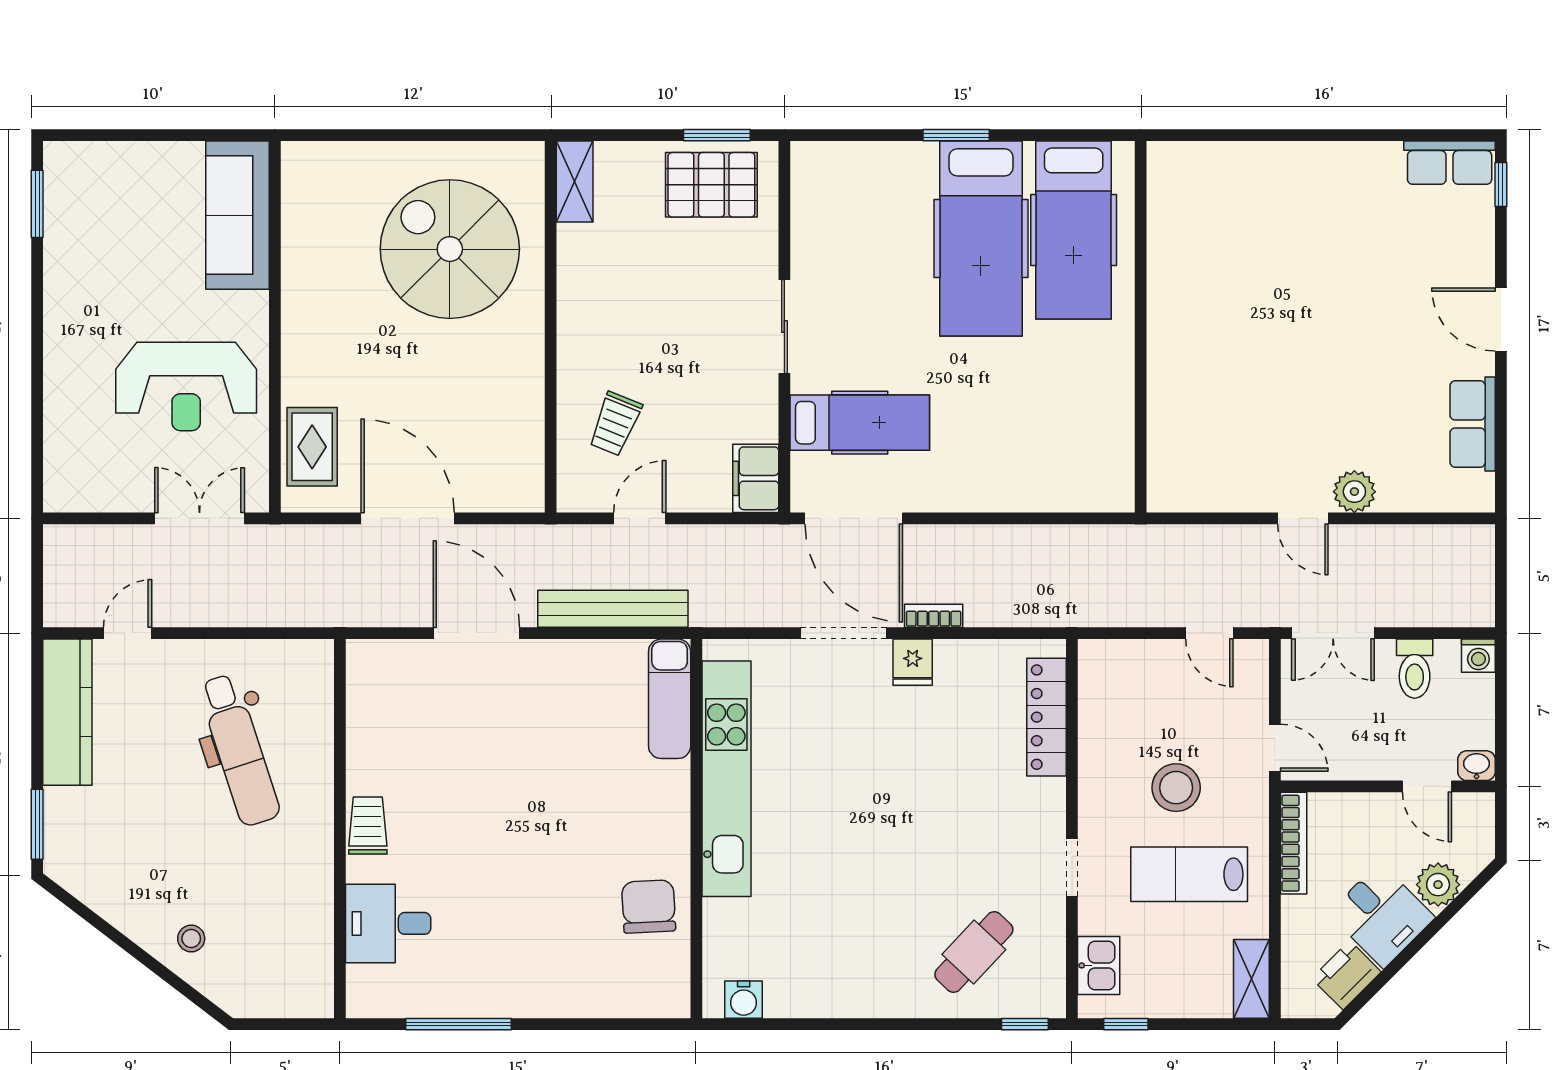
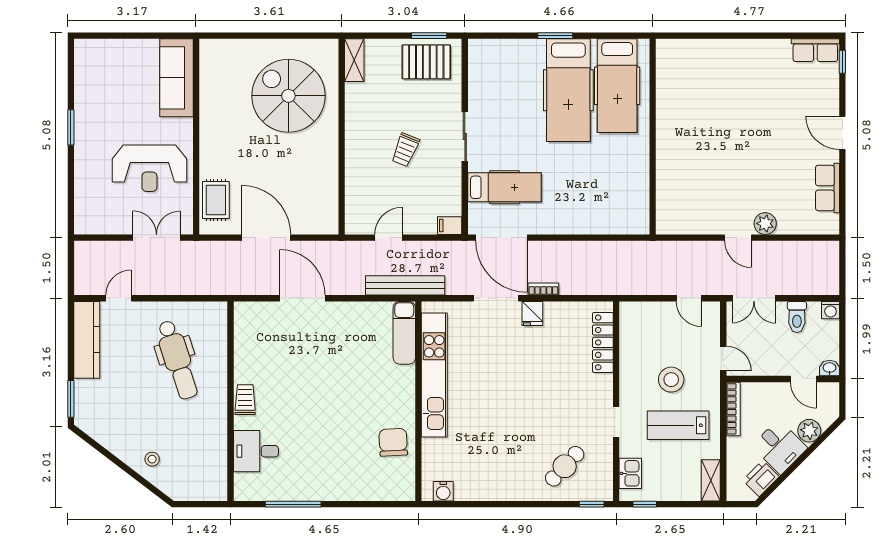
window: (37, 204) -> (71, 127), moved
trolley: (615, 424) -> (405, 150), moved
filing cabinet: (756, 478) -> (450, 226), width x0.50
bench: (613, 609) -> (405, 285), moved

